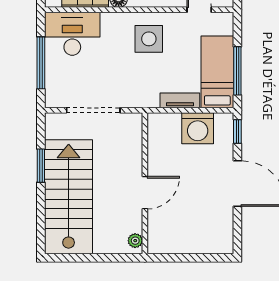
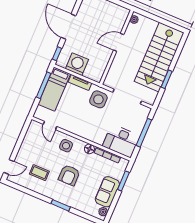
side table: (149, 39) -> (98, 99), moved

